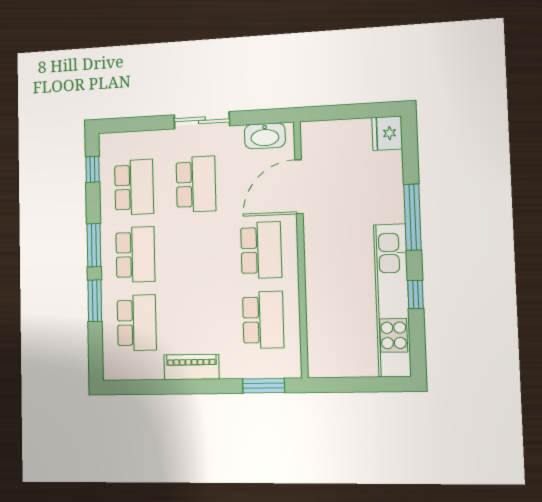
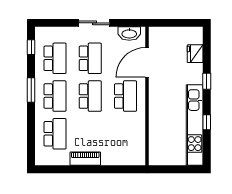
fridge: (387, 133) -> (195, 54), moved
window: (413, 217) -> (207, 81), width x0.46
window: (95, 301) -> (31, 121), removed
school desk: (263, 320) -> (90, 96), moved
window: (264, 386) -> (125, 169), removed

